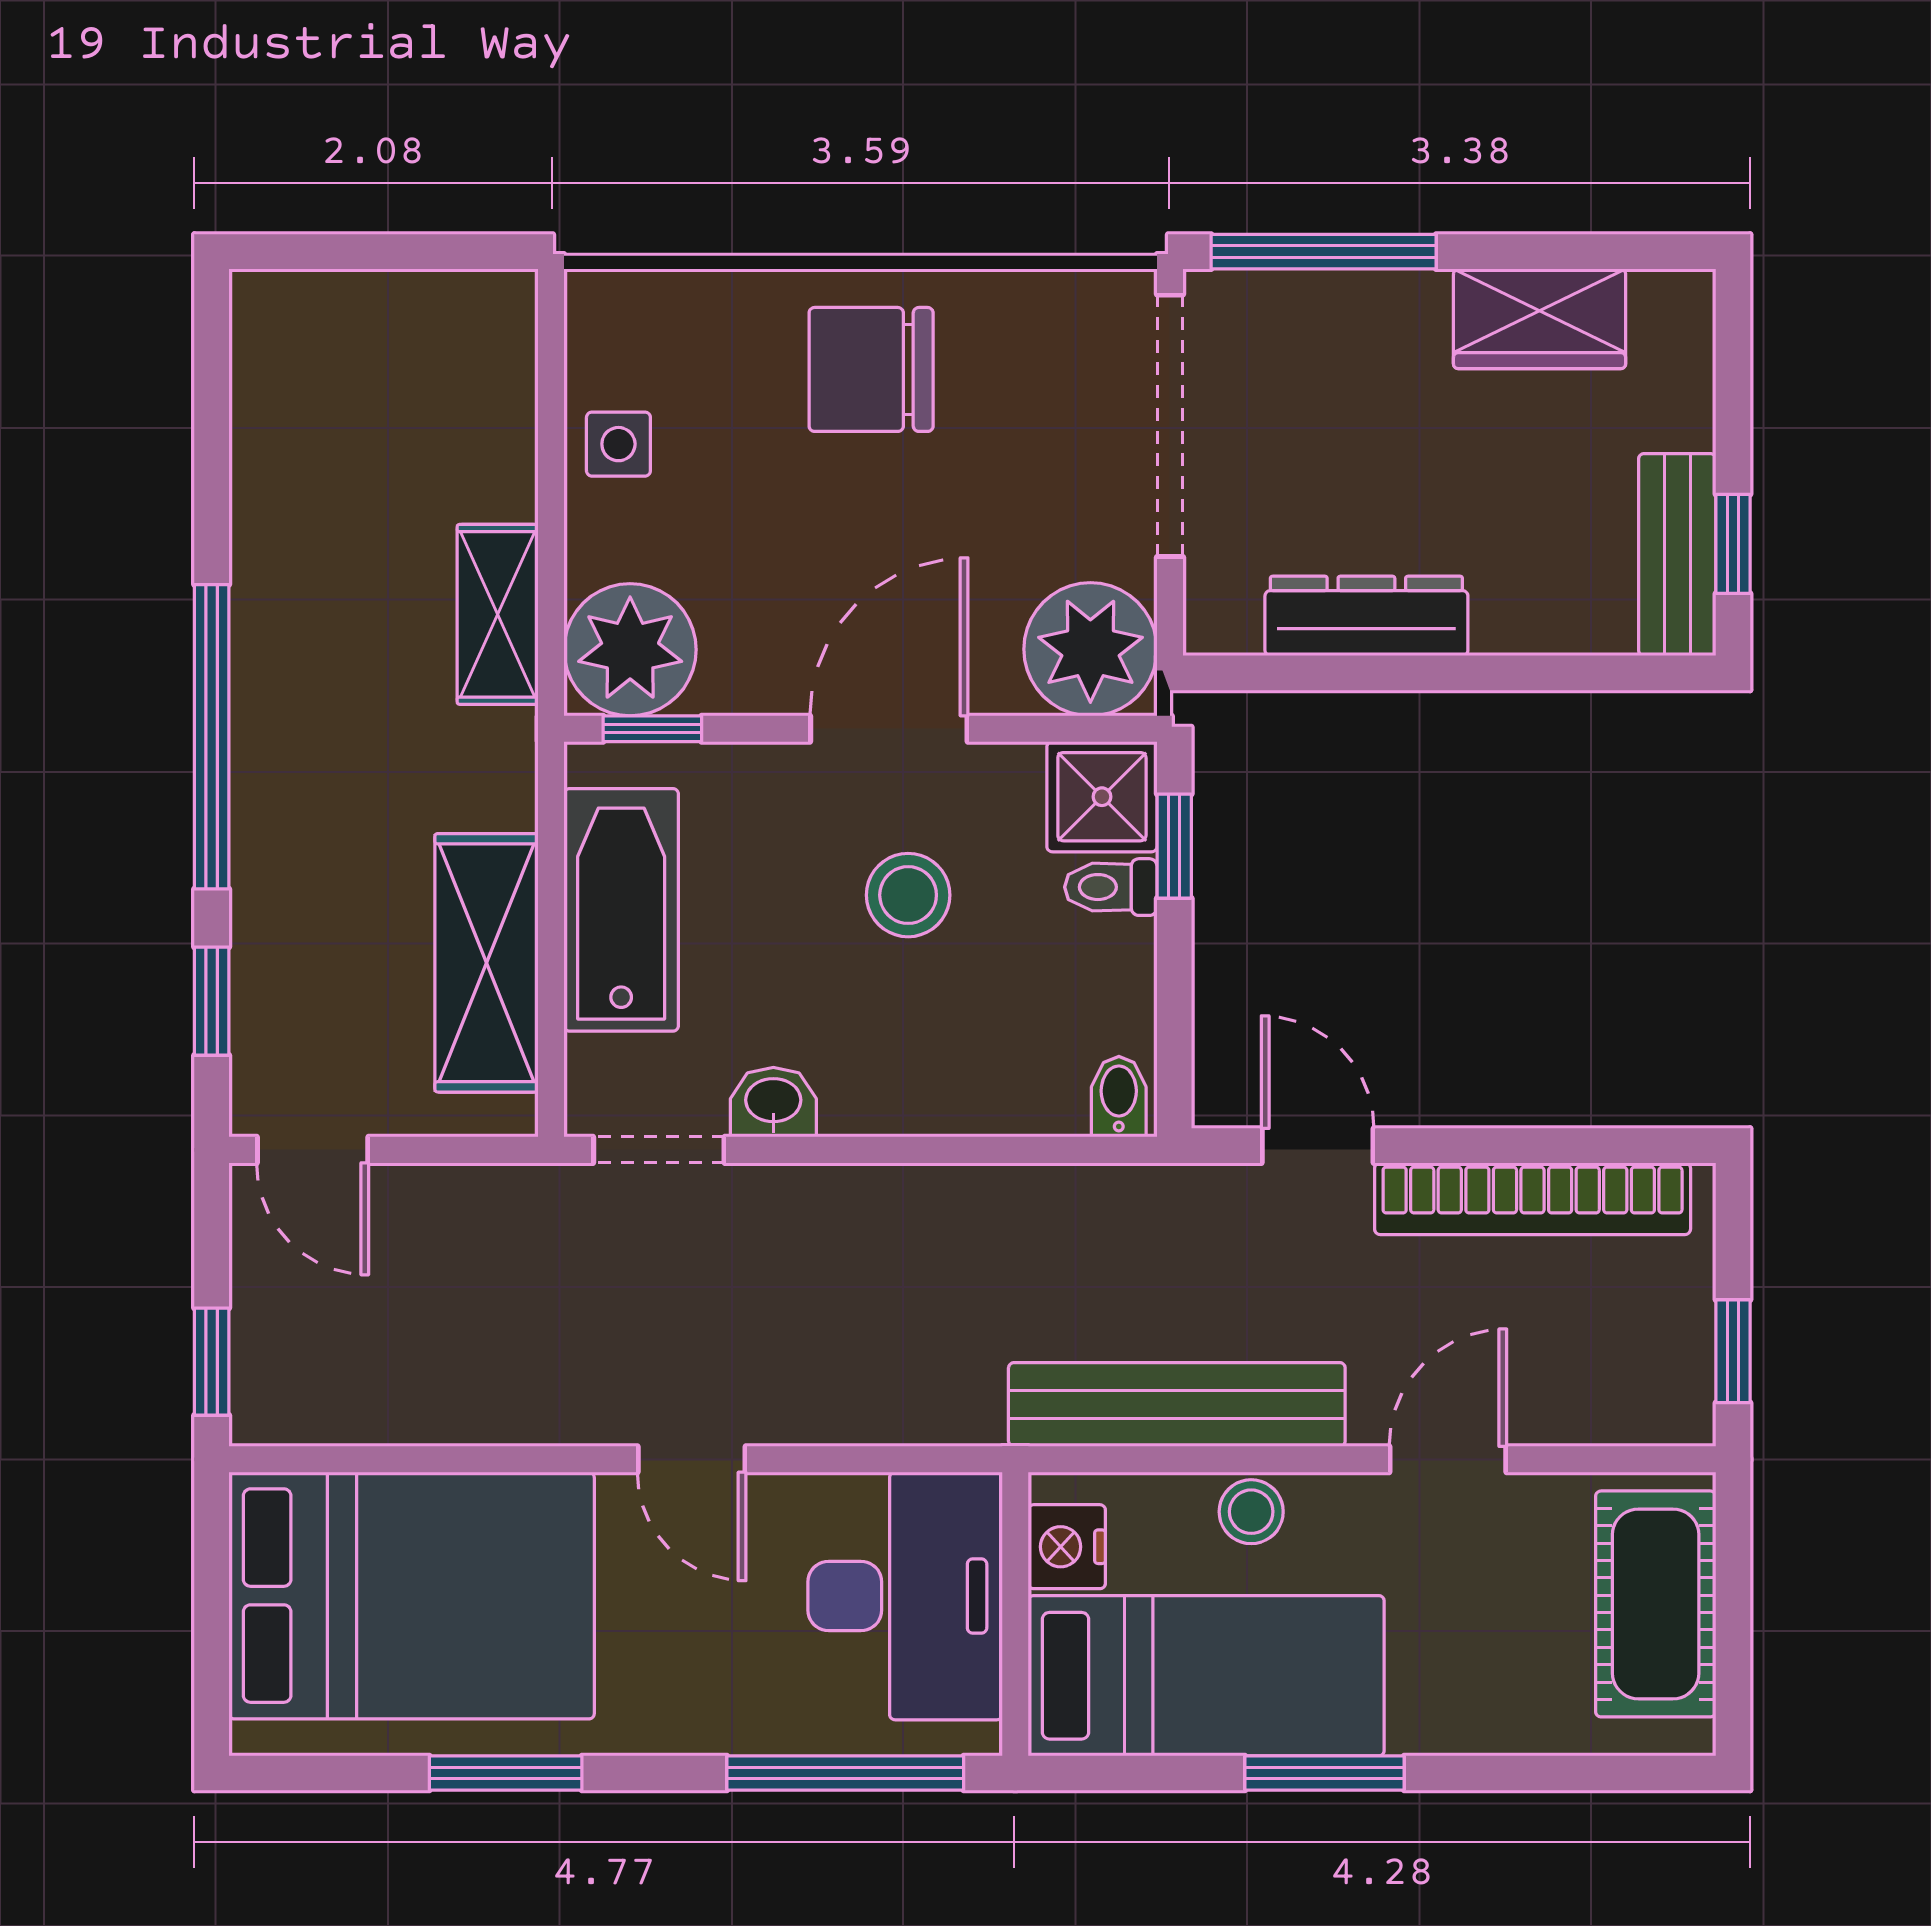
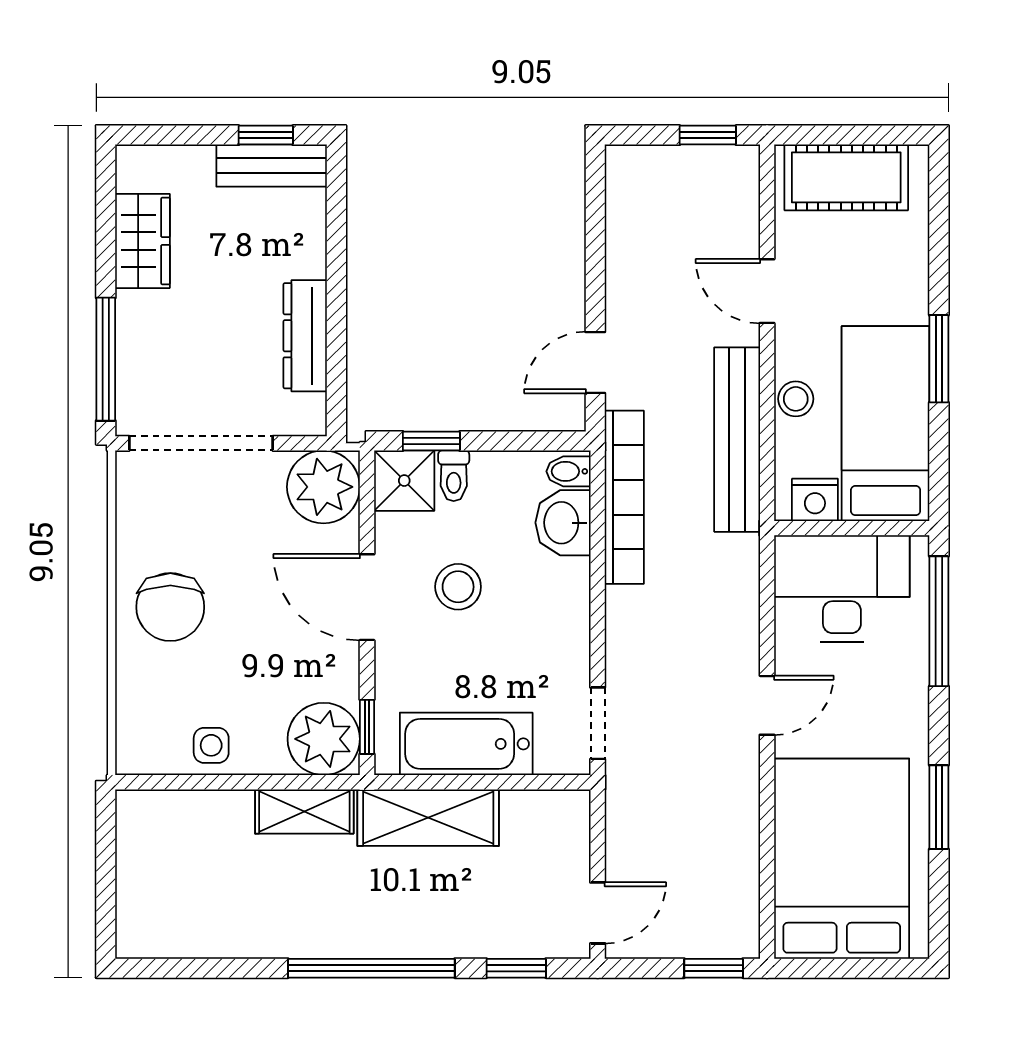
shelving: (486, 963) -> (428, 818), moved
washbasin: (773, 1102) -> (563, 523), moved, width x1.38, depth x1.45
bookcase: (1533, 1199) -> (624, 497), moved

